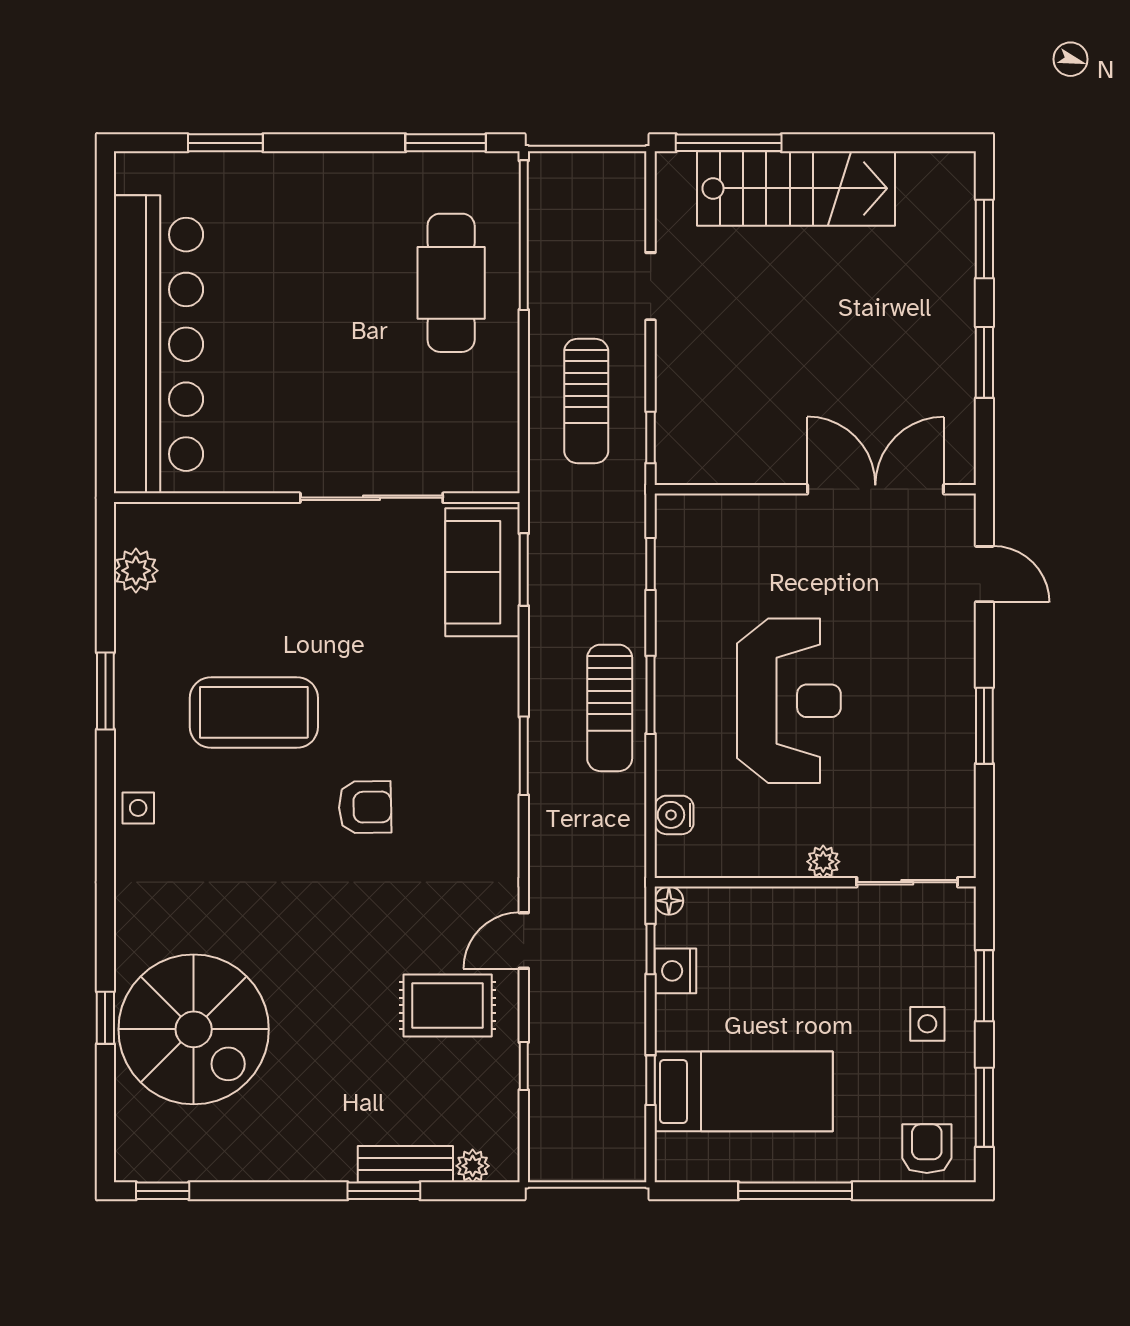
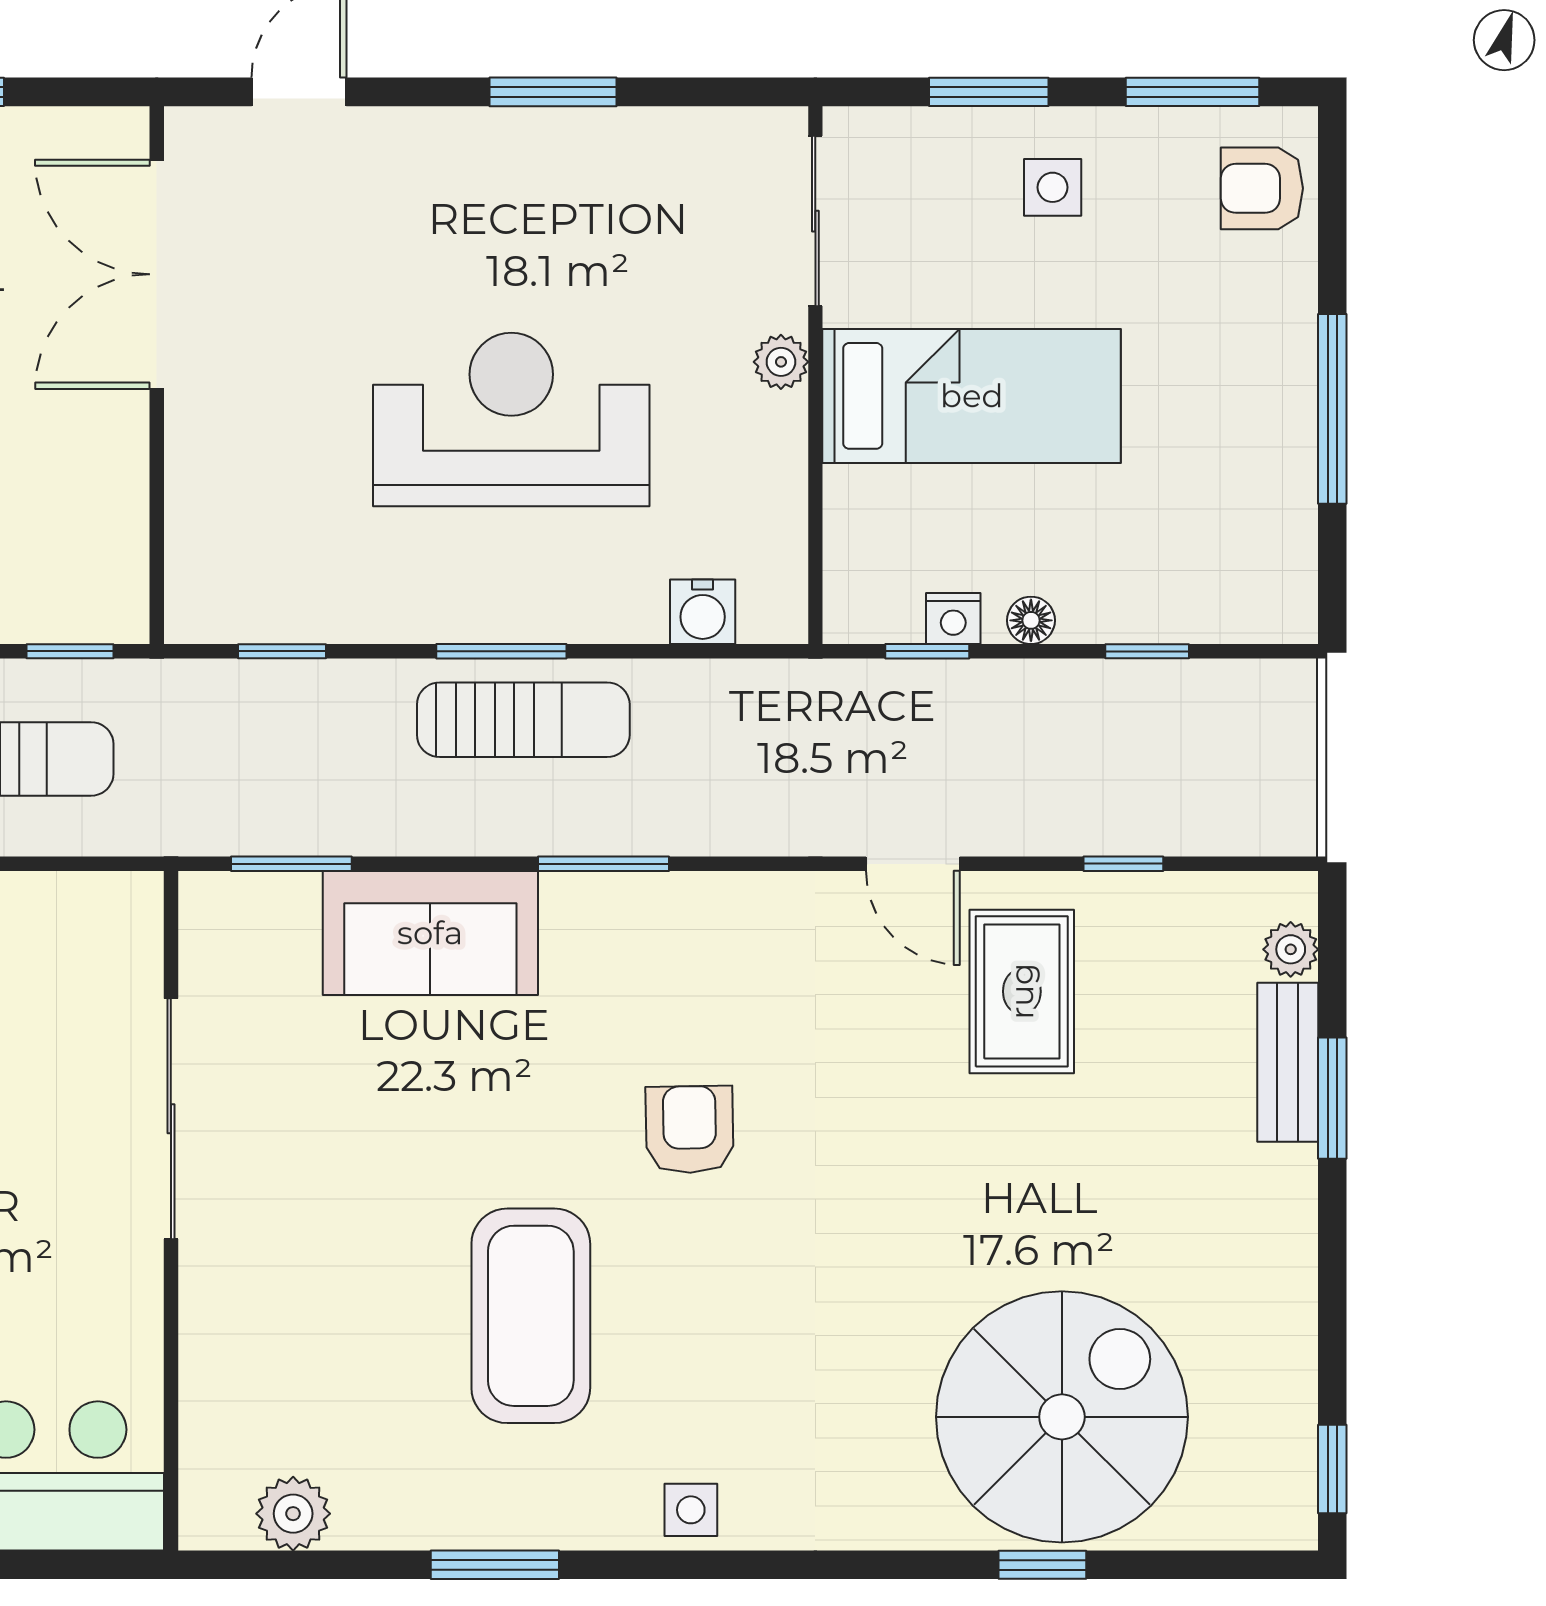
sofa: (482, 572) -> (430, 933), moved
floor lamp: (669, 901) -> (1031, 620), moved
nightstand: (675, 971) -> (953, 619), width x0.72, depth x0.74
bed: (744, 1091) -> (972, 396), moved, turned 90

